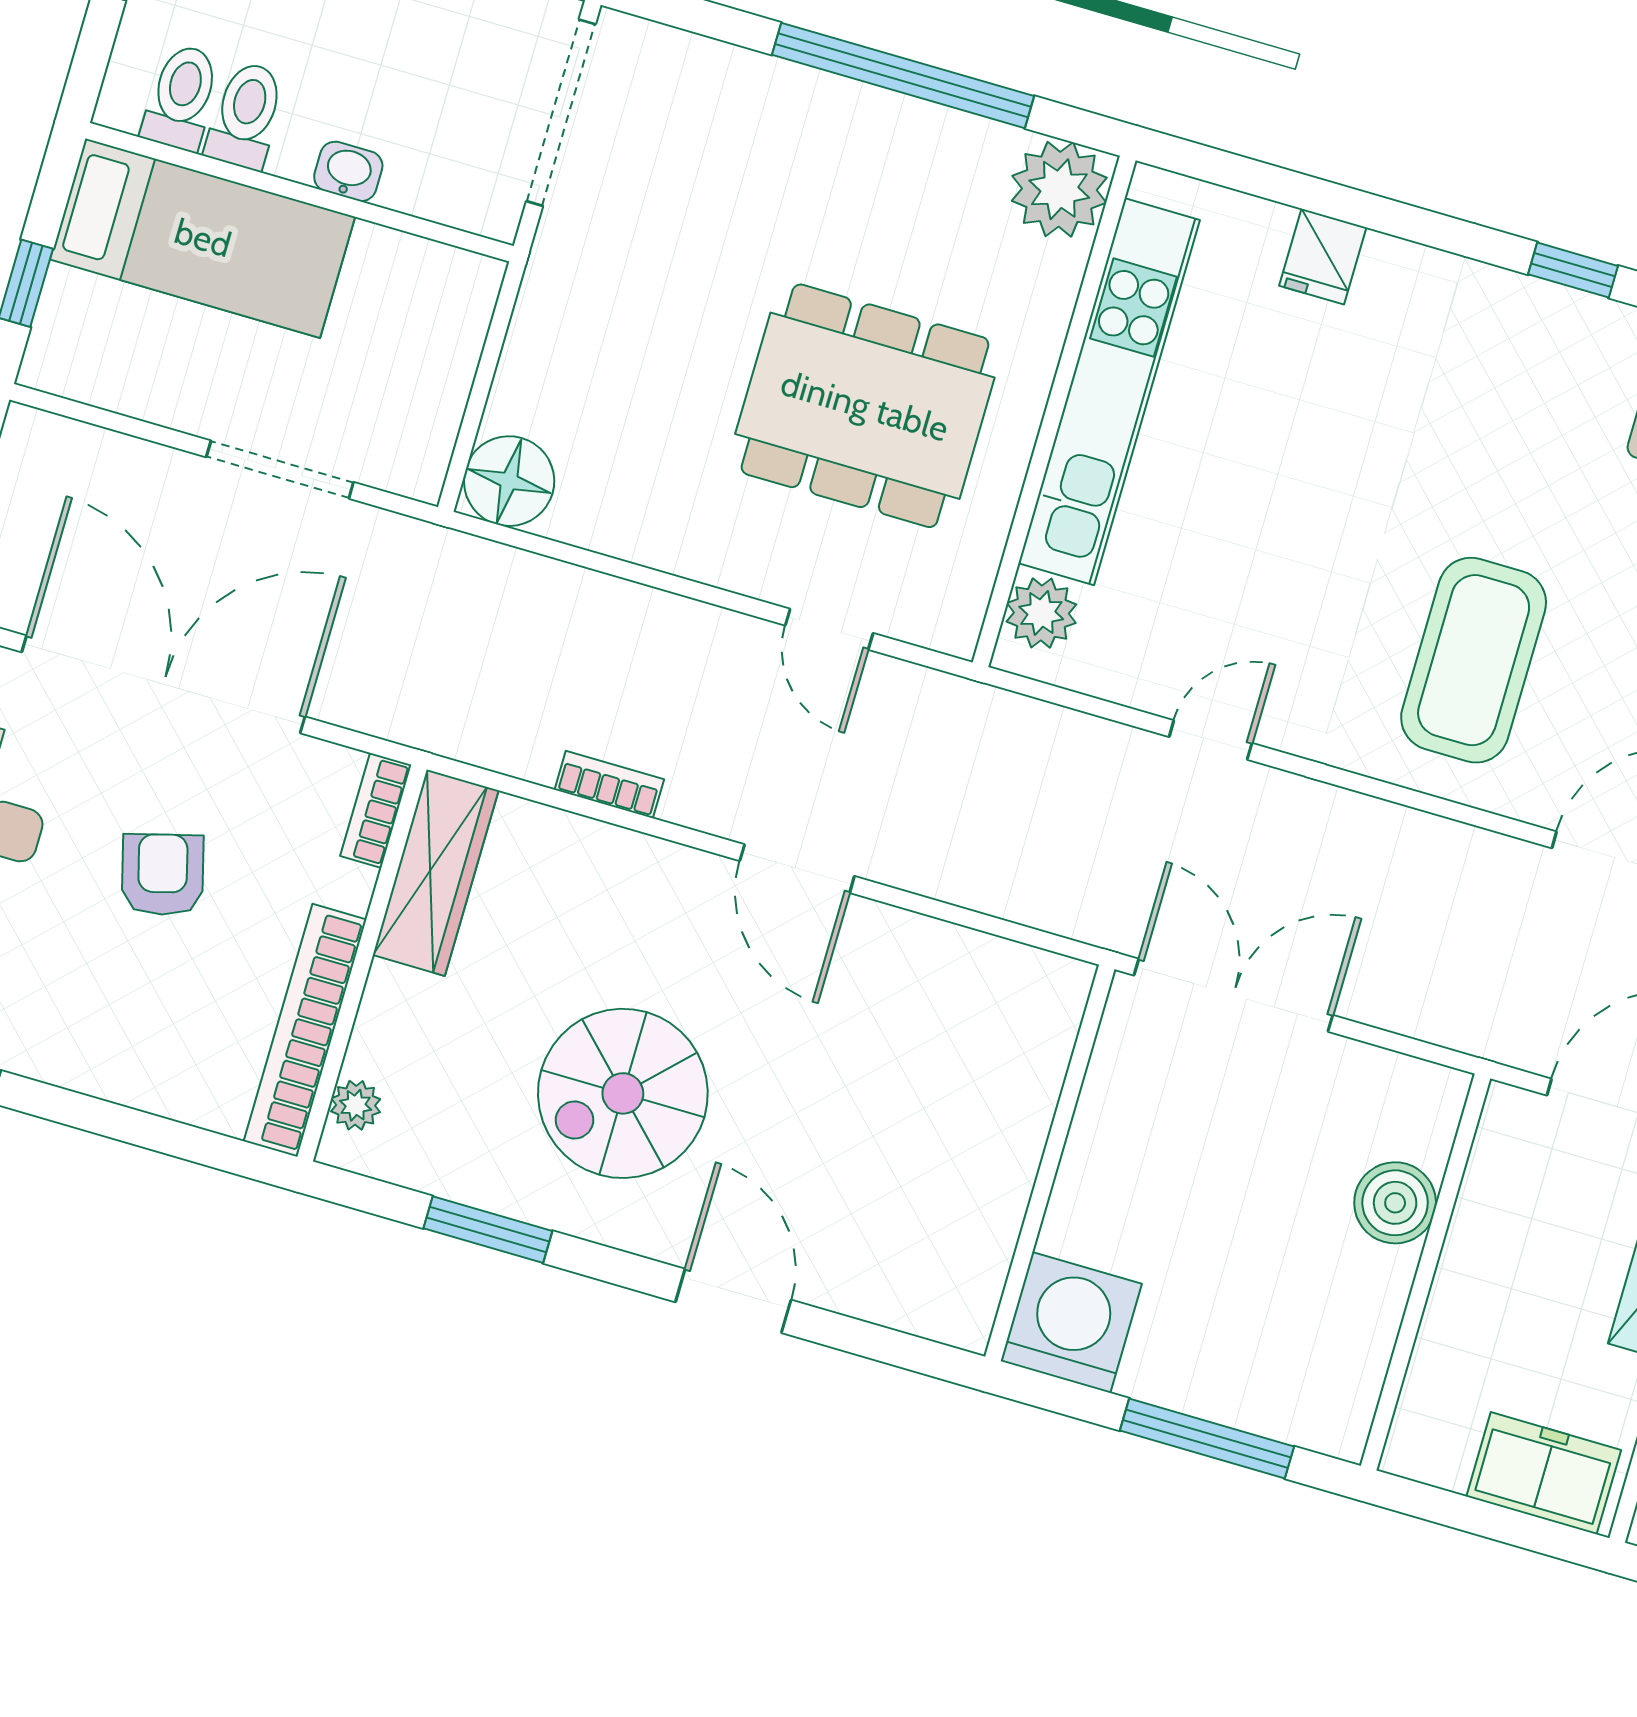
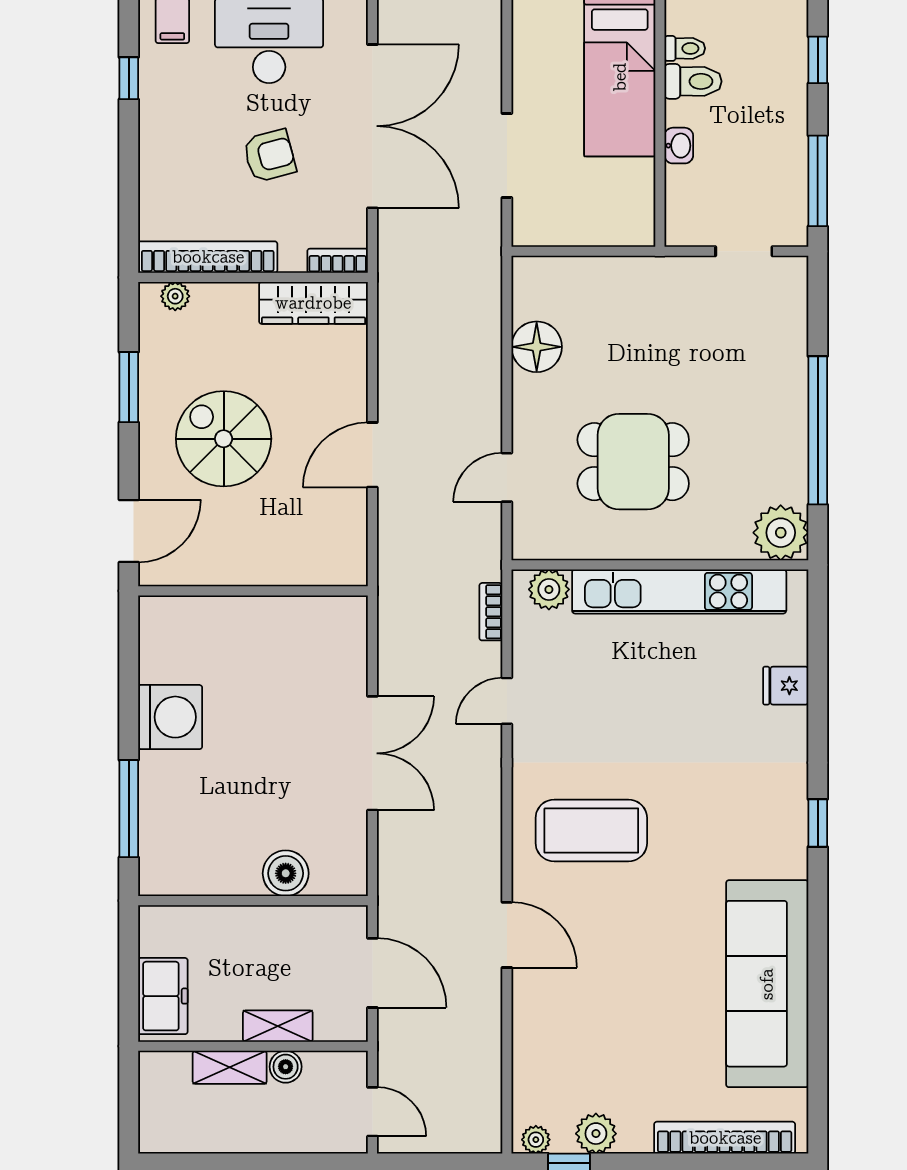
toilet: (181, 97) -> (685, 48), width x0.73, depth x0.72
doorway: (561, 113) -> (744, 251), width x0.53
dining table: (865, 406) -> (633, 462), width x0.73
floor lamp: (509, 481) -> (537, 347), moved
door: (1211, 740) -> (507, 701), swing flipped
bookcase: (609, 784) -> (491, 612), moved, turned 180
door: (797, 869) -> (372, 455), moved
wall: (1050, 1163) -> (253, 591), moved

